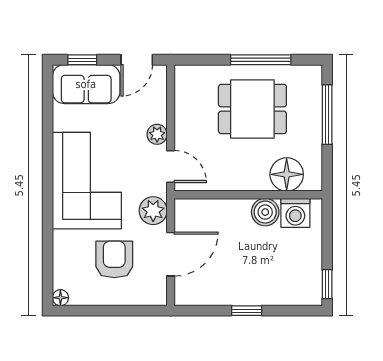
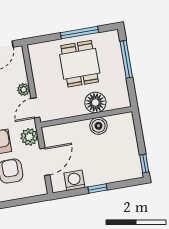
dining table: (252, 109) -> (80, 64), turned 90
door: (171, 167) -> (35, 108), swing flipped
floor lamp: (287, 174) -> (95, 102), moved
washing machine: (295, 213) -> (74, 180), moved, turned 180

